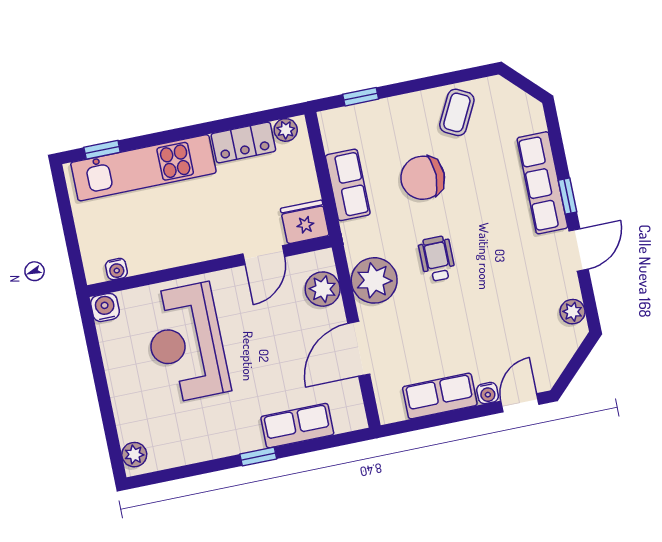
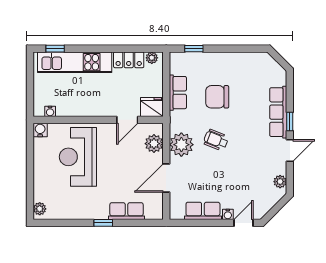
coffee table: (457, 112) -> (242, 67), removed
wheelchair: (437, 259) -> (216, 140), turned -68

